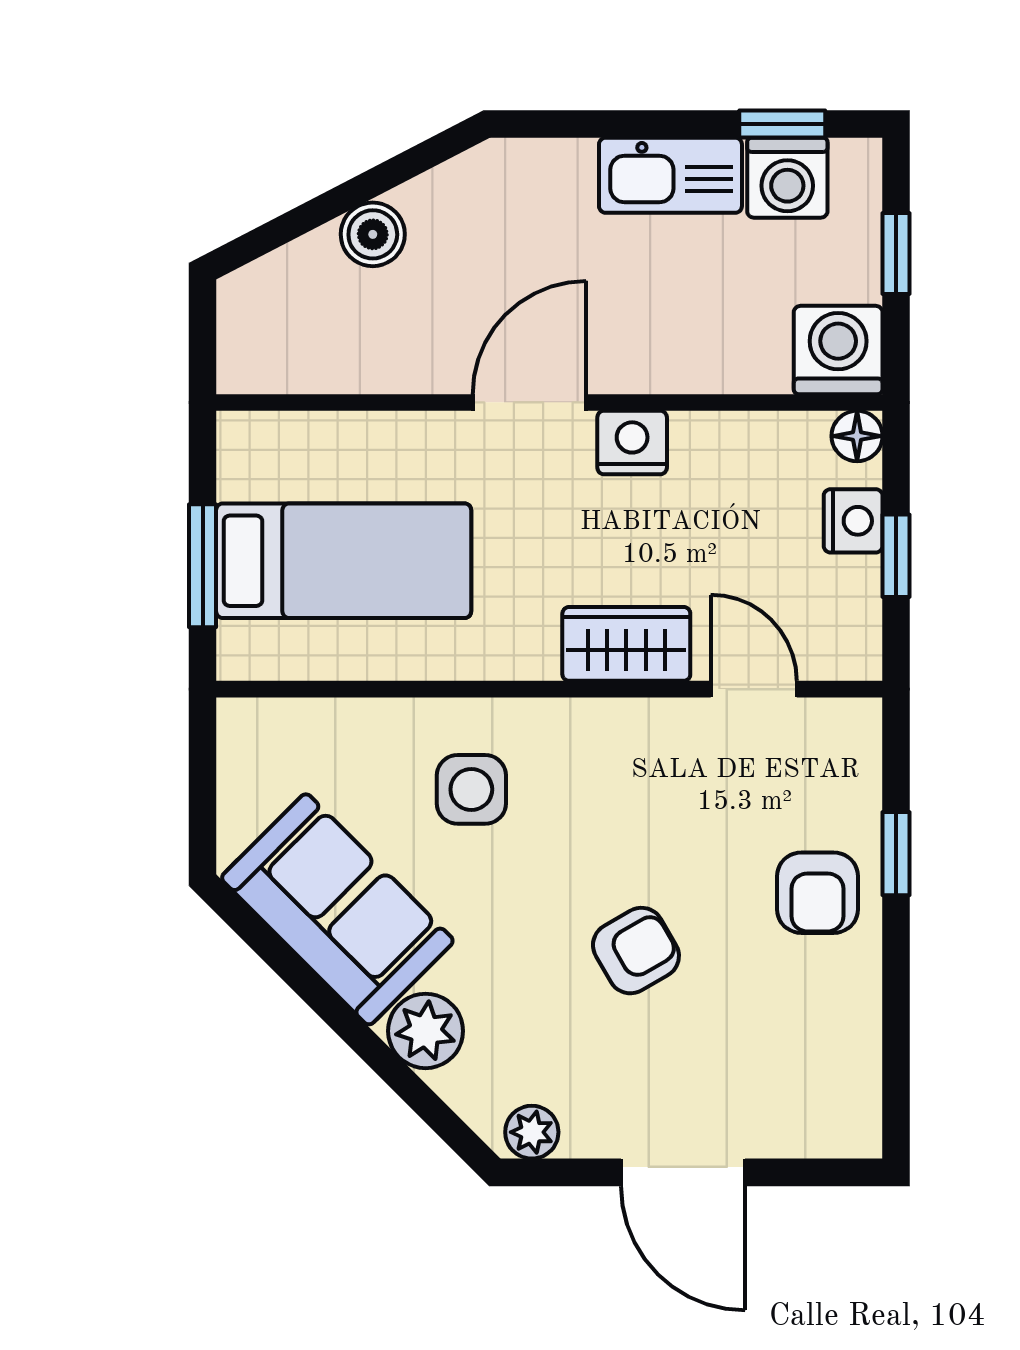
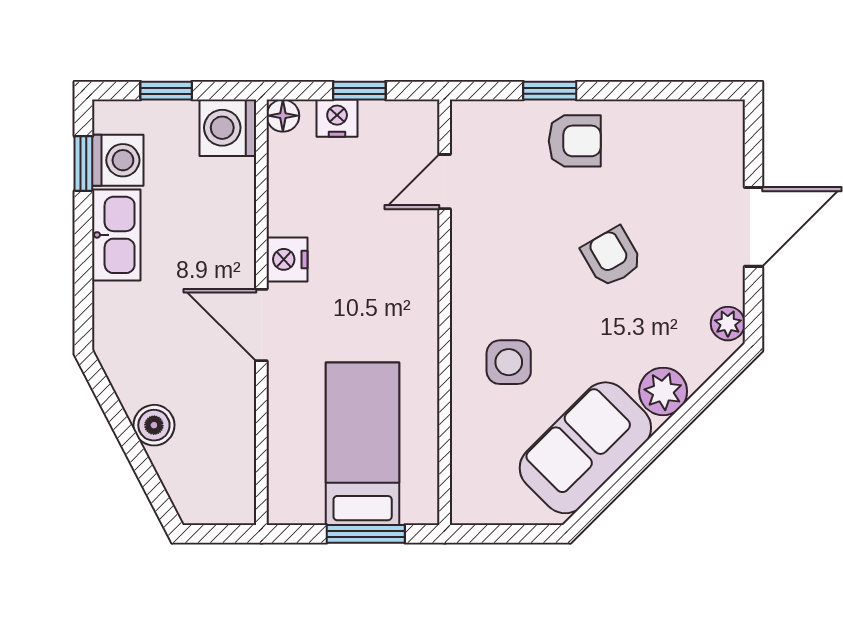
wardrobe: (626, 644) -> (416, 263), removed

